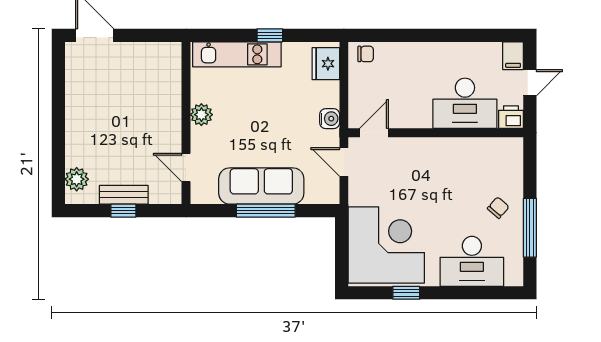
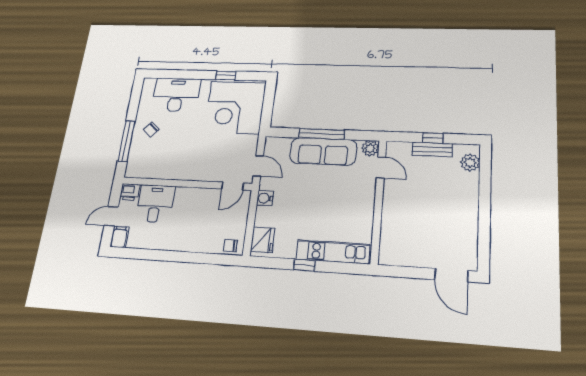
desk: (465, 103) -> (155, 204), width x0.73
plant: (201, 115) -> (370, 148), moved
window: (530, 228) -> (126, 141), moved

